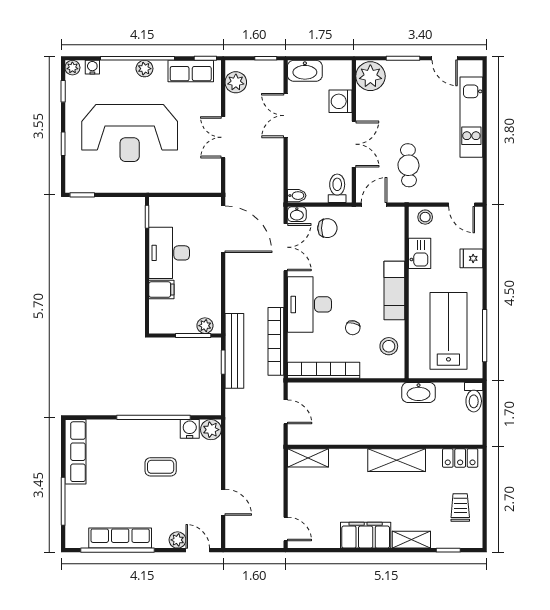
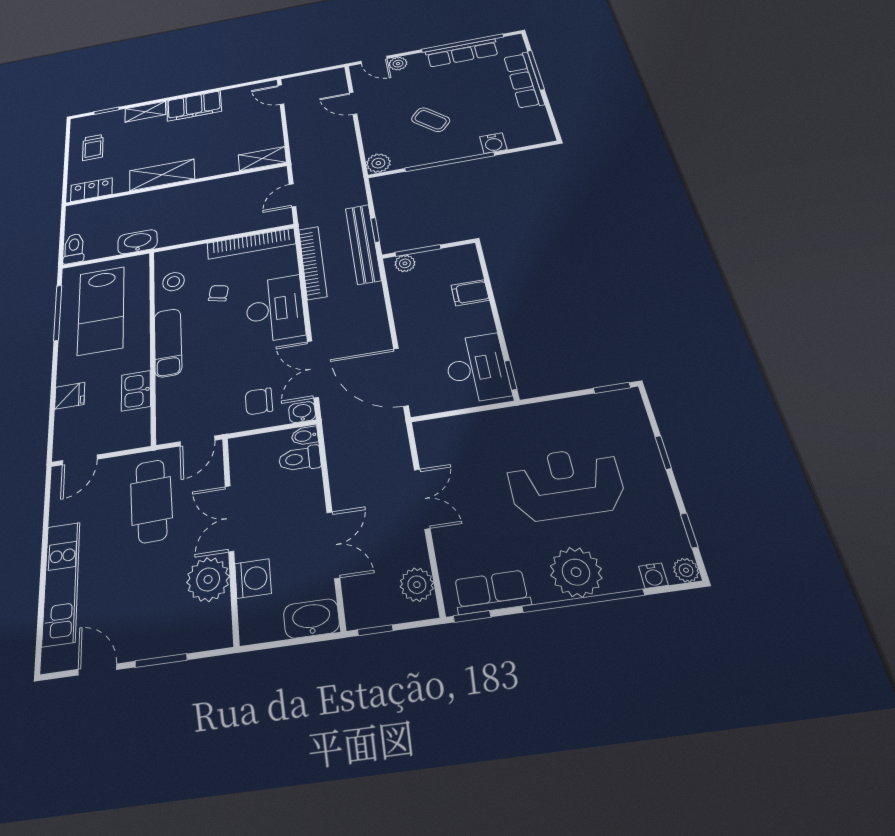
plant: (144, 69) -> (576, 572), width x1.88, depth x1.88
plant: (370, 76) -> (208, 579), moved
reception desk: (130, 133) -> (565, 484), width x0.74, depth x0.77
cafe table: (408, 165) -> (151, 501), width x1.37, depth x1.35
toilet: (337, 188) -> (300, 459), moved, turned 90
door: (462, 205) -> (80, 460), swing flipped
stool: (425, 217) -> (129, 436), removed
desk: (169, 253) -> (477, 368), moved
door: (286, 412) -> (293, 195), hinge flipped
water cooler: (190, 429) -> (493, 143), moved
row of seats: (75, 452) -> (524, 80), moved
coffee table: (161, 467) -> (431, 120), turned 42

